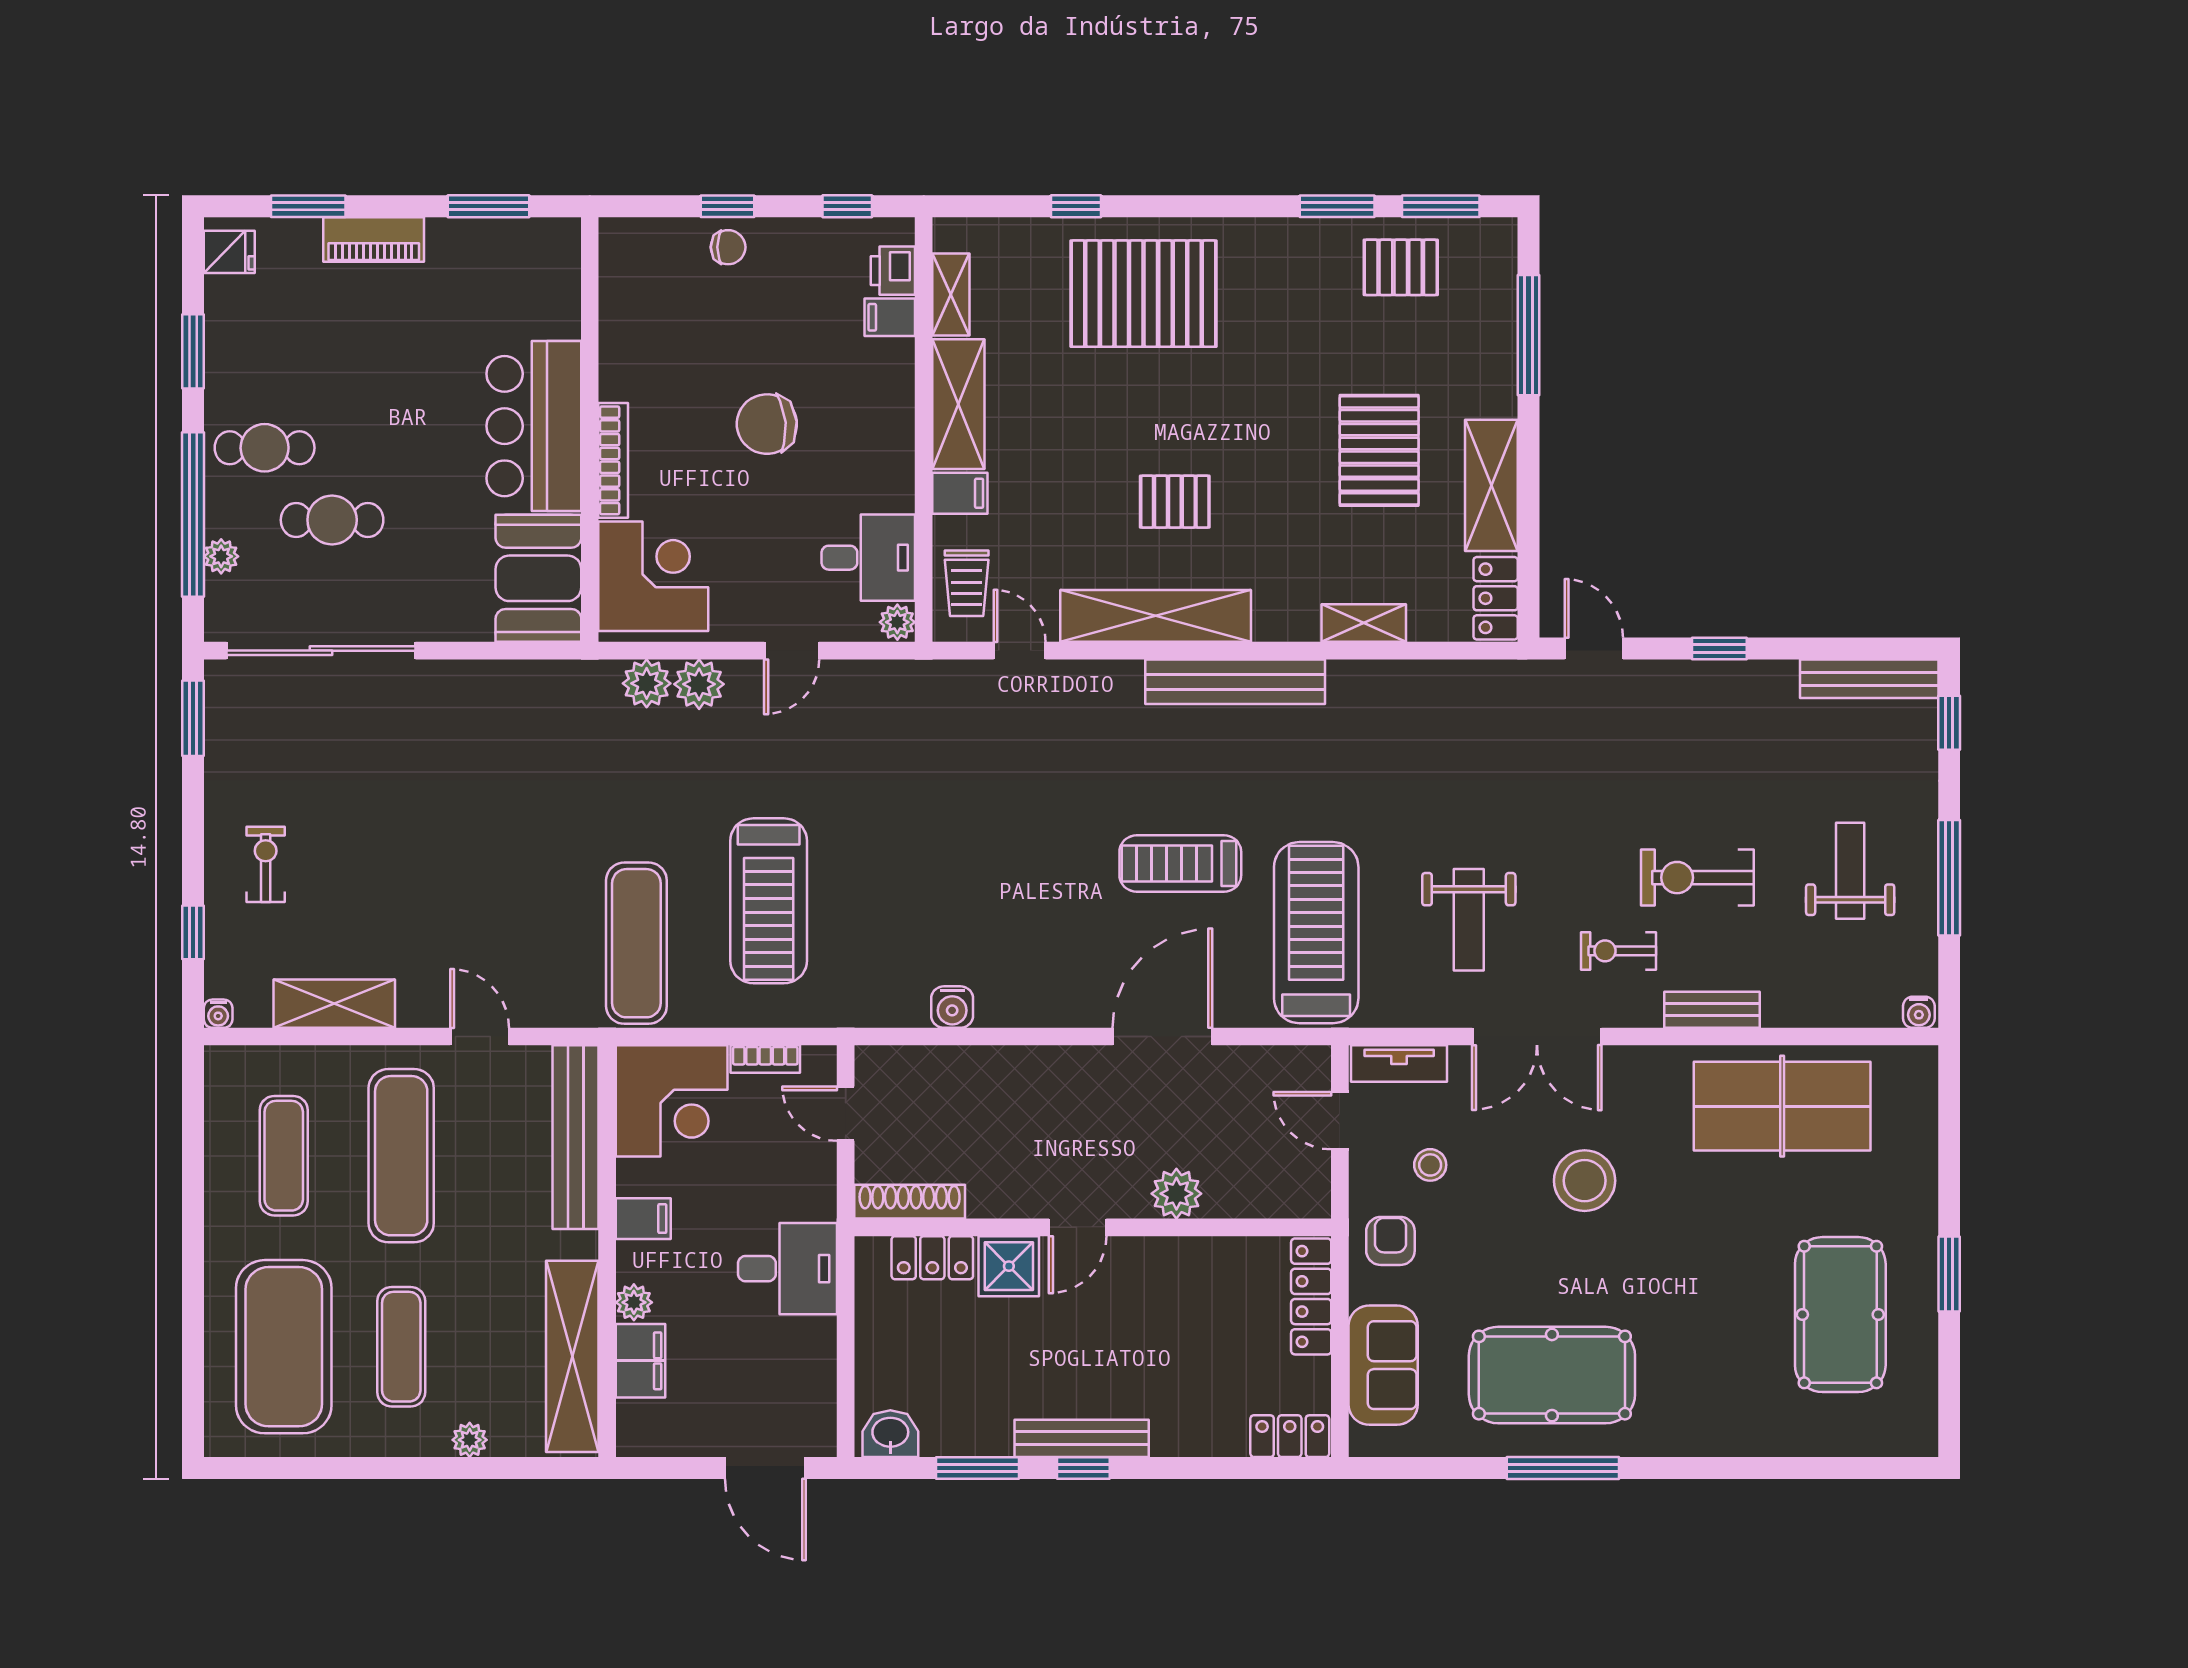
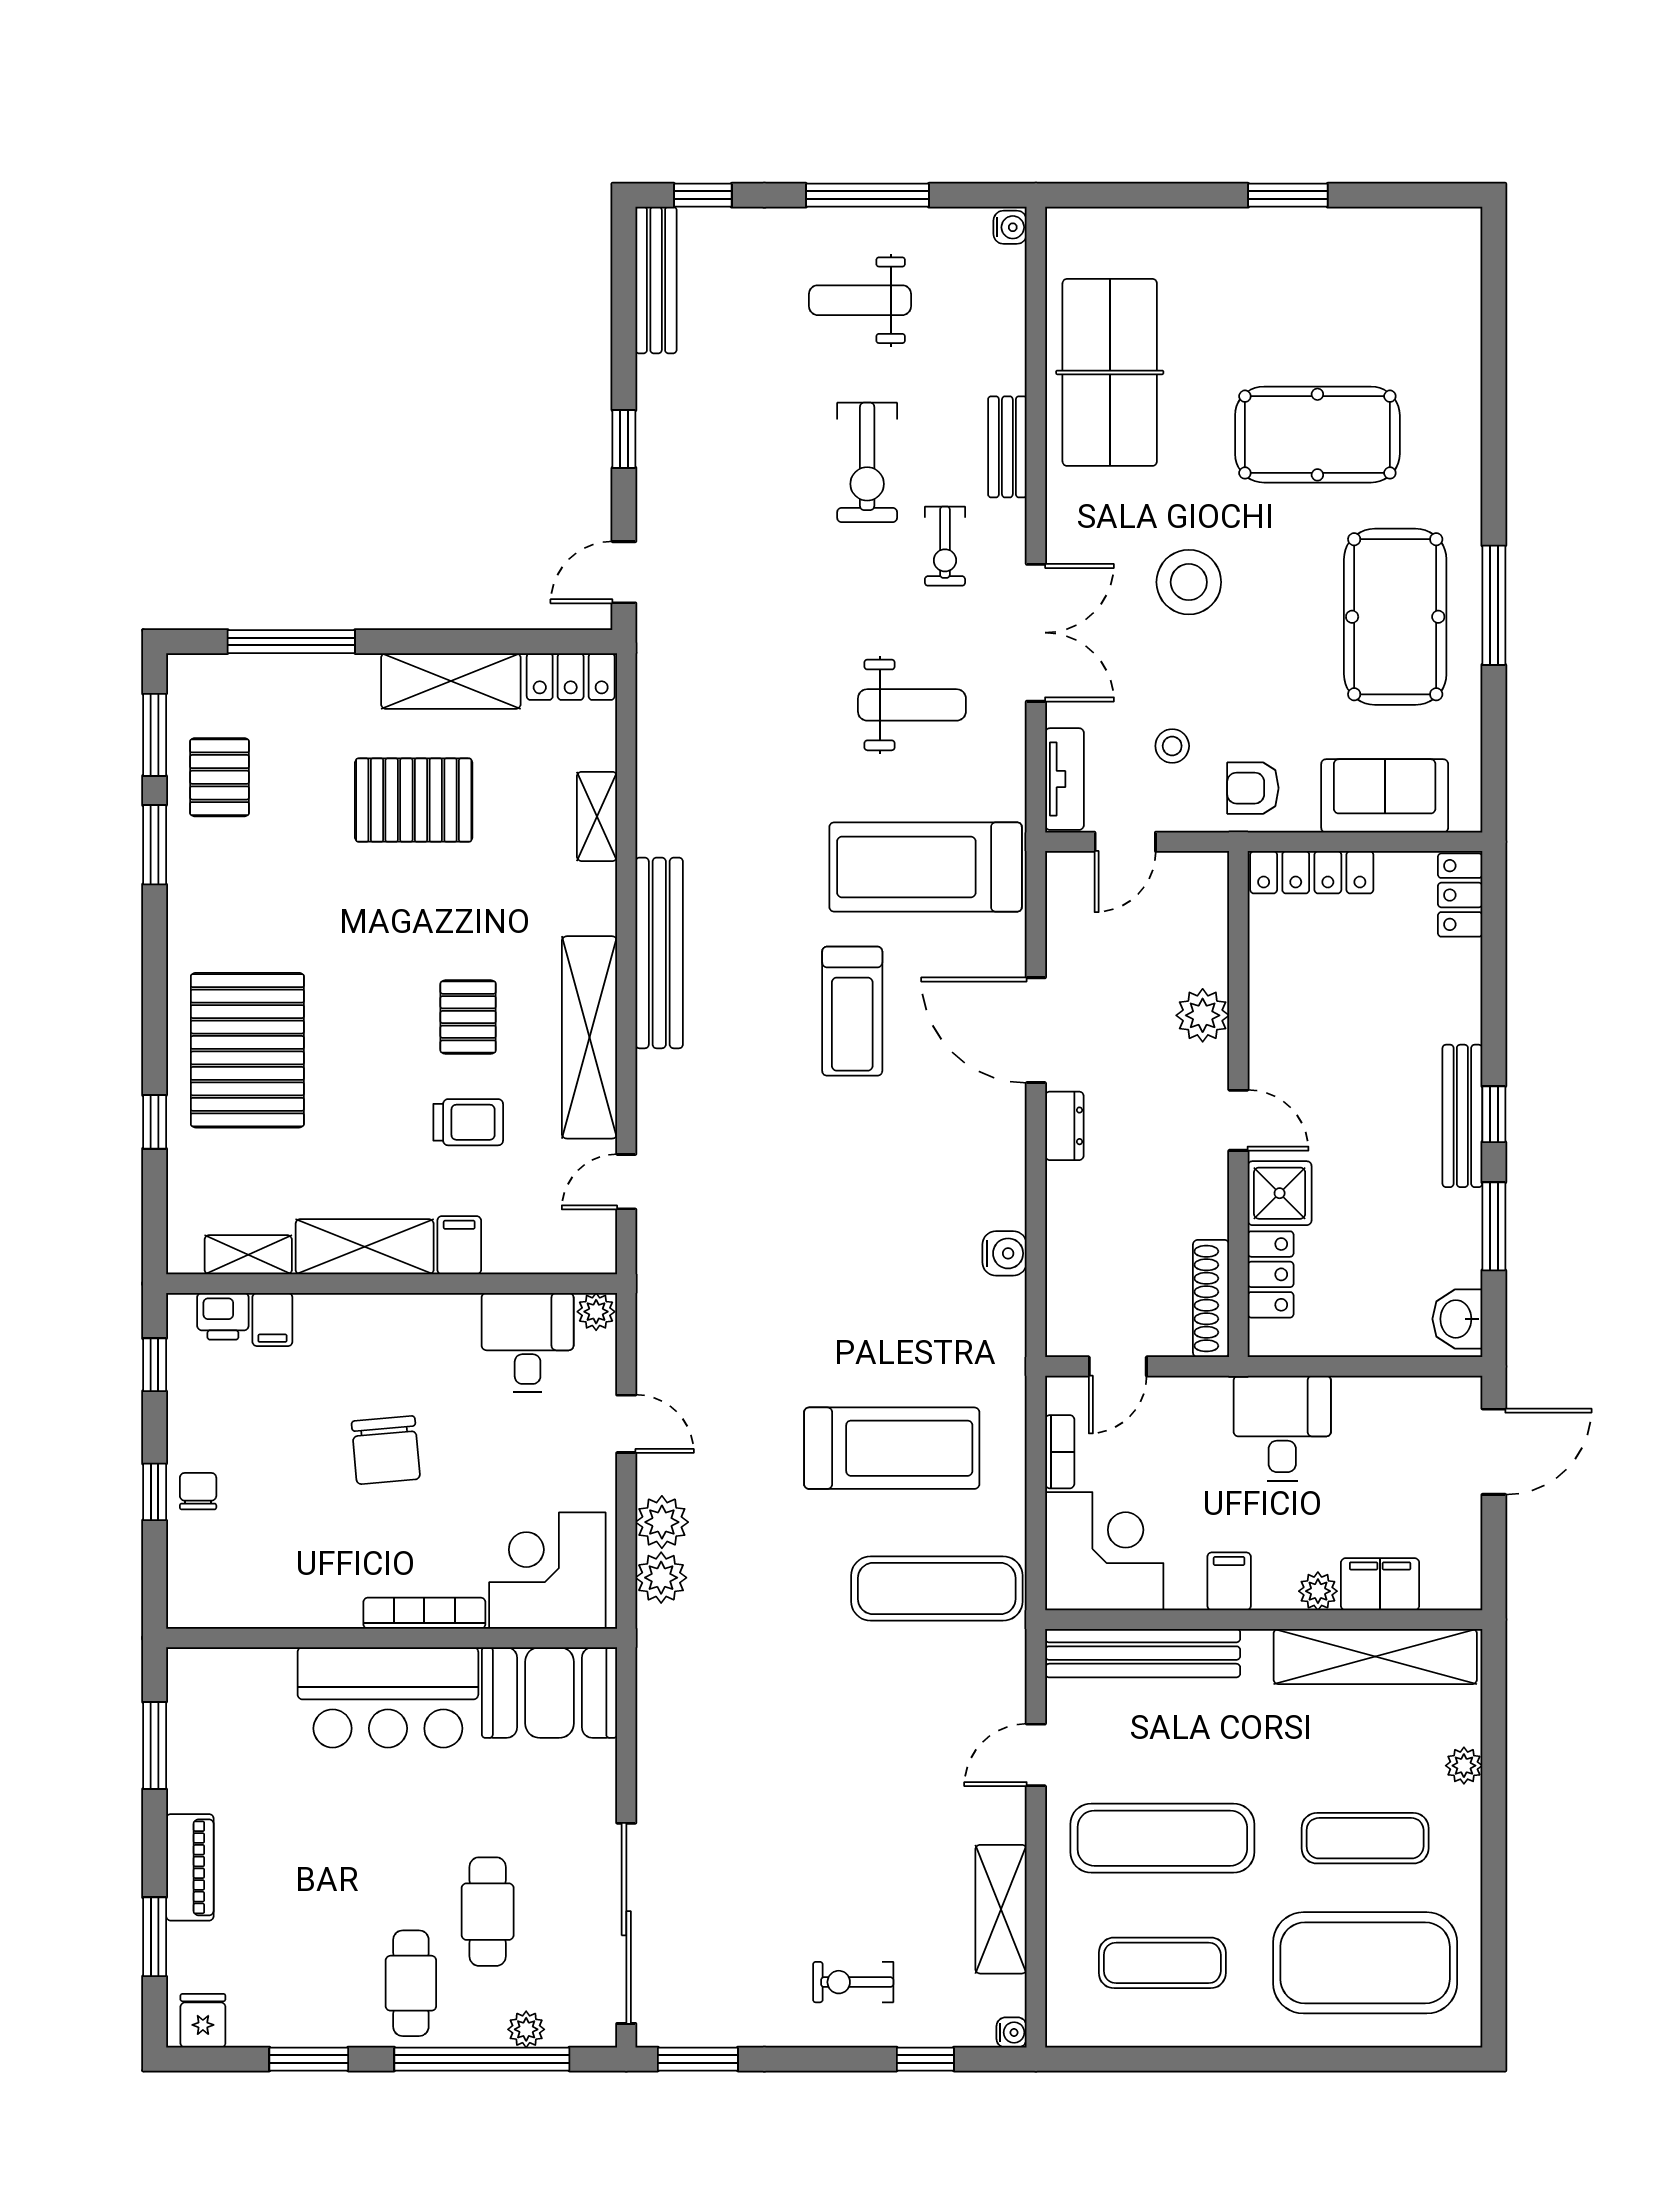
trolley: (967, 583) -> (468, 1122), moved
dresser: (1072, 1063) -> (1064, 1126), added
pool table: (1840, 1315) -> (1317, 435), moved

